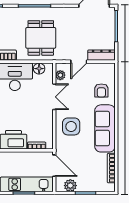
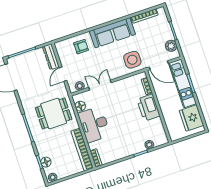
door: (79, 62) -> (63, 74), swing flipped
side table: (71, 126) -> (132, 60), moved
door: (54, 166) -> (159, 65), swing flipped

